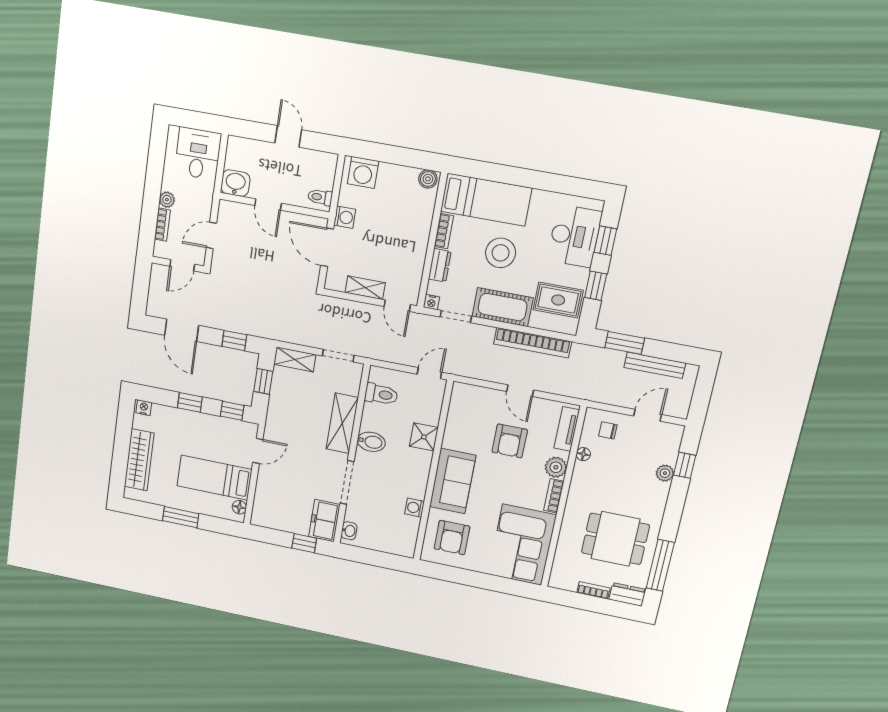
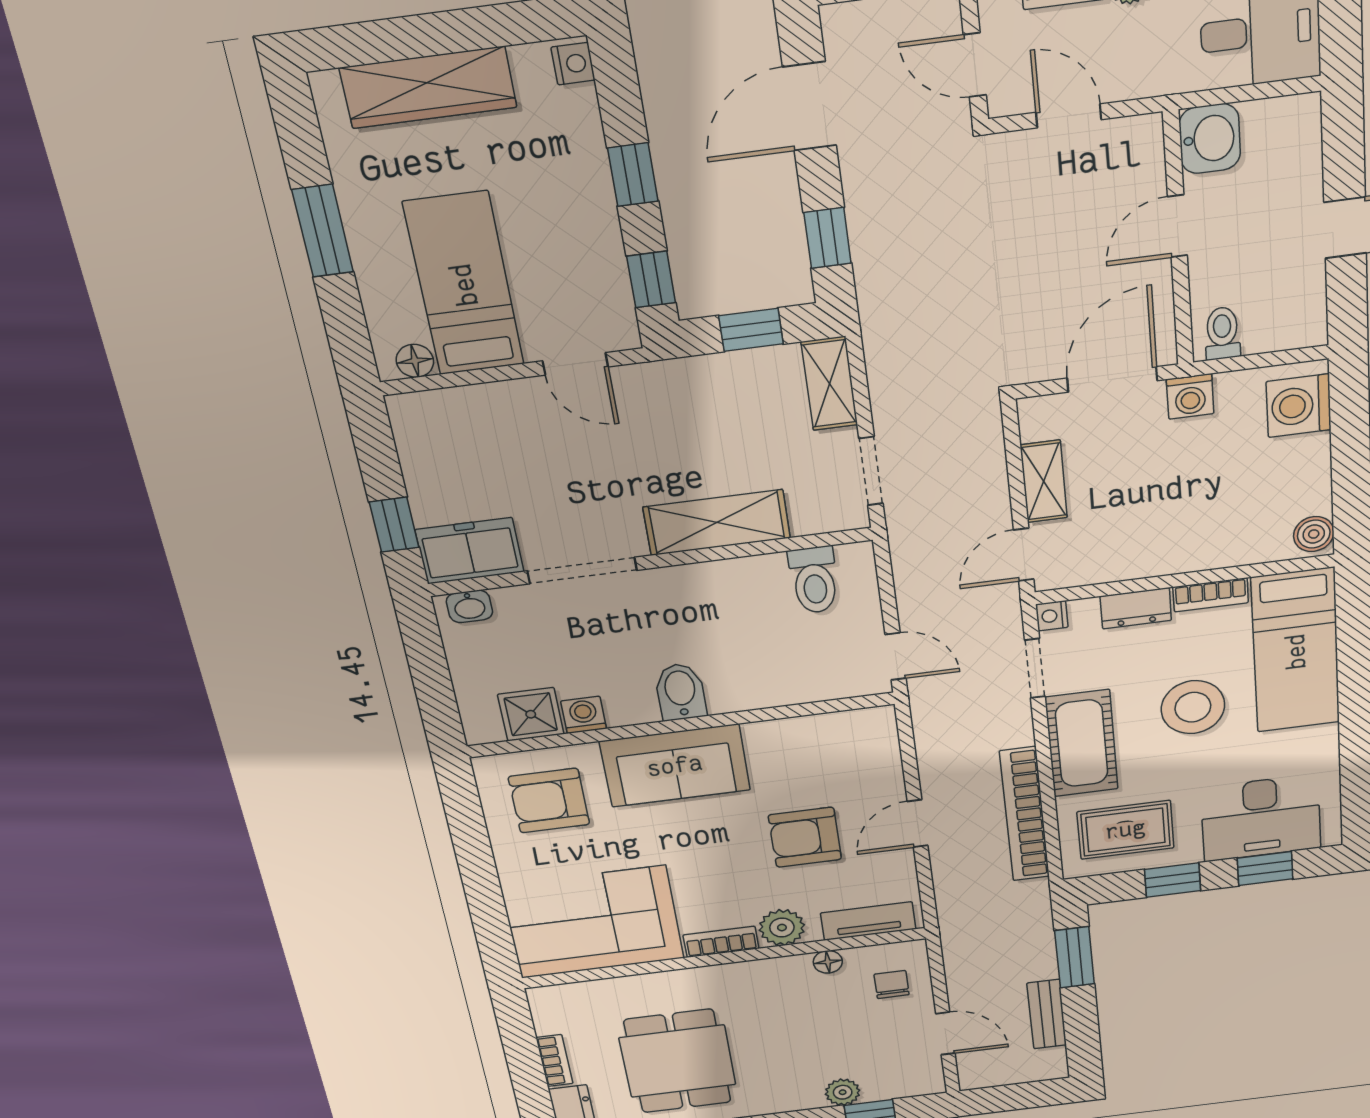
rug: (558, 300) -> (1126, 830), turned 90
bench: (655, 365) -> (1047, 1014), width x0.73
shower: (424, 437) -> (531, 714), moved
bidet: (371, 442) -> (681, 692), moved, turned 180

